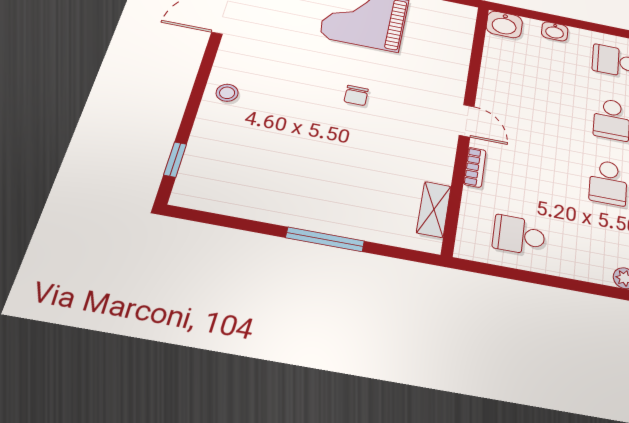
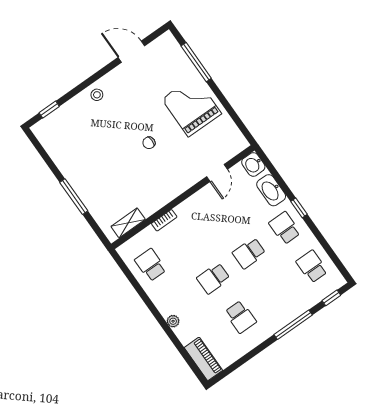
window: (604, 29) -> (299, 208), added
washbasin: (555, 31) -> (271, 190), width x1.91, depth x1.45
door: (467, 121) -> (217, 173), moved

